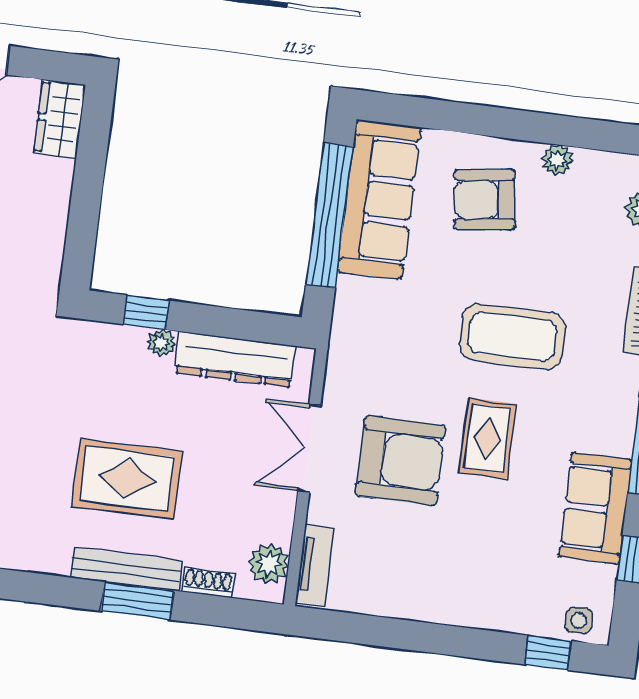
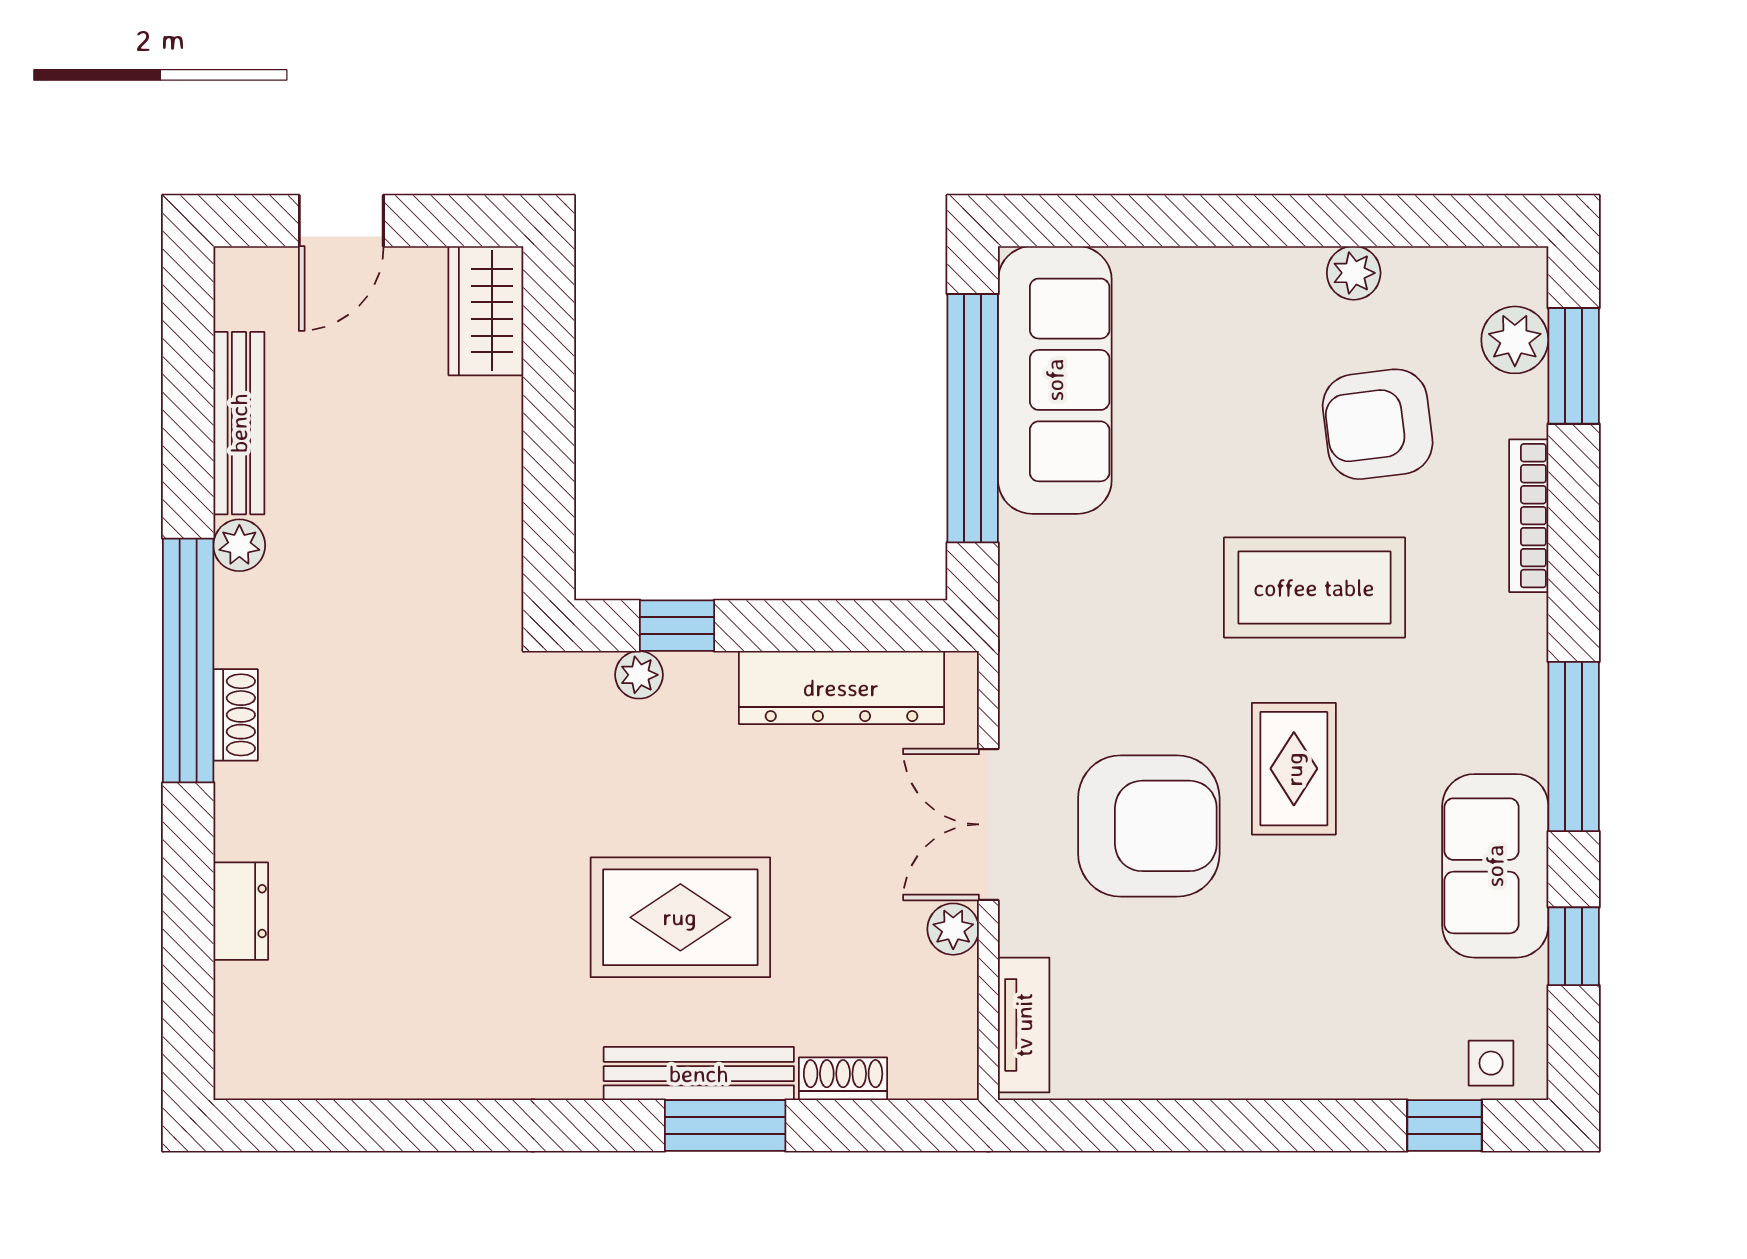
armchair: (485, 200) -> (1378, 424), moved
plant: (161, 343) -> (639, 675), moved
plant: (269, 564) -> (953, 929), moved, width x0.73, depth x0.73

